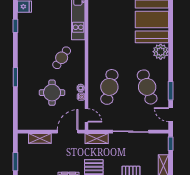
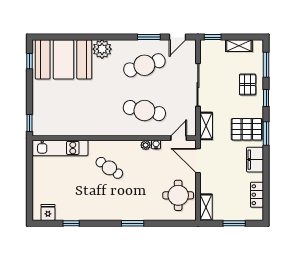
round table: (52, 93) -> (178, 195), moved
shelving: (40, 138) -> (206, 207), moved

